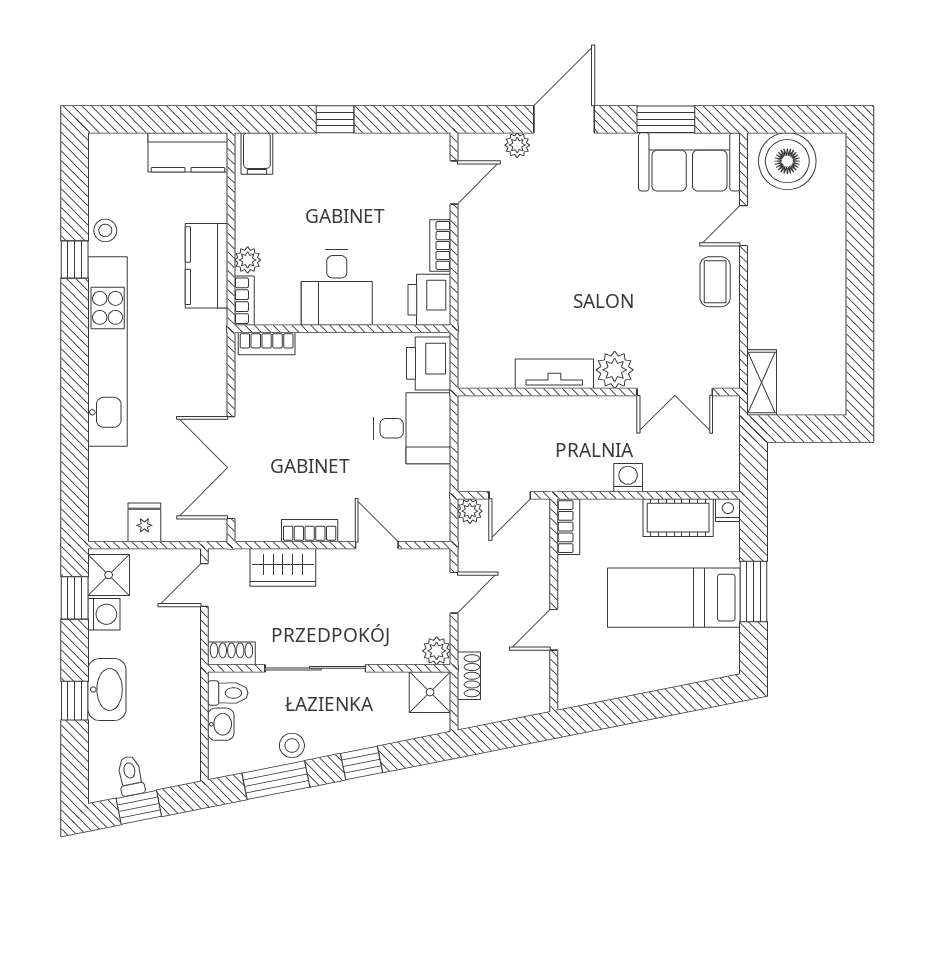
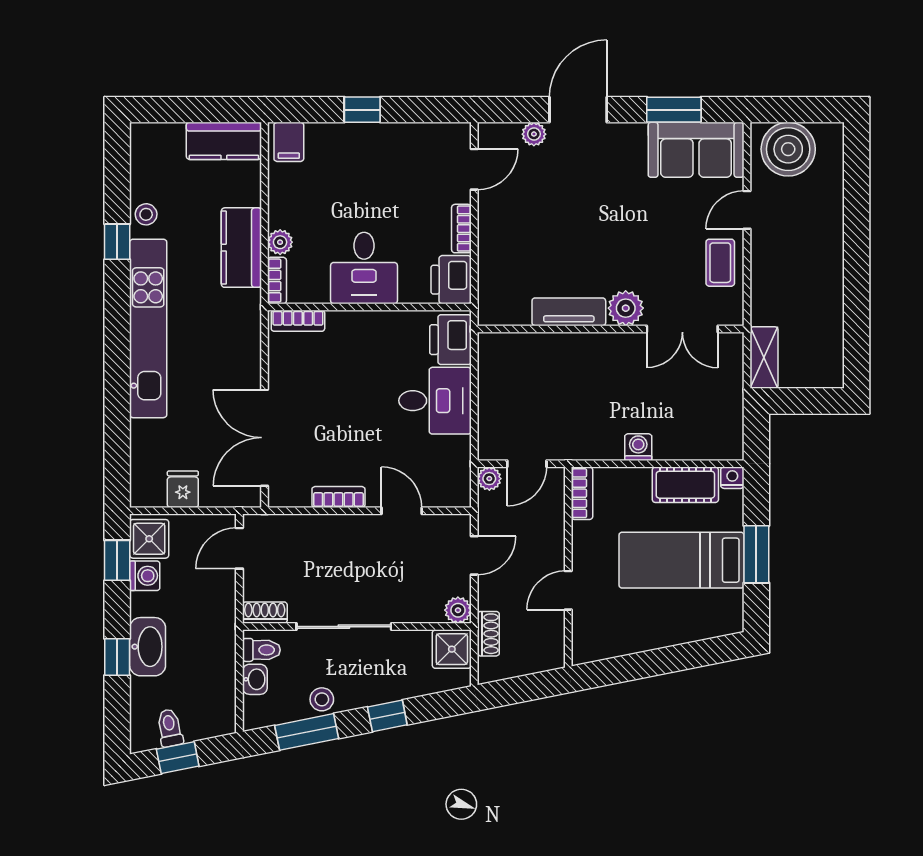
plant: (615, 370) -> (626, 308), moved
tv unit: (554, 374) -> (569, 312), moved
wall: (599, 392) -> (611, 329), moved
double door: (675, 392) -> (682, 329), moved
wardrobe: (283, 567) -> (313, 532), removed

